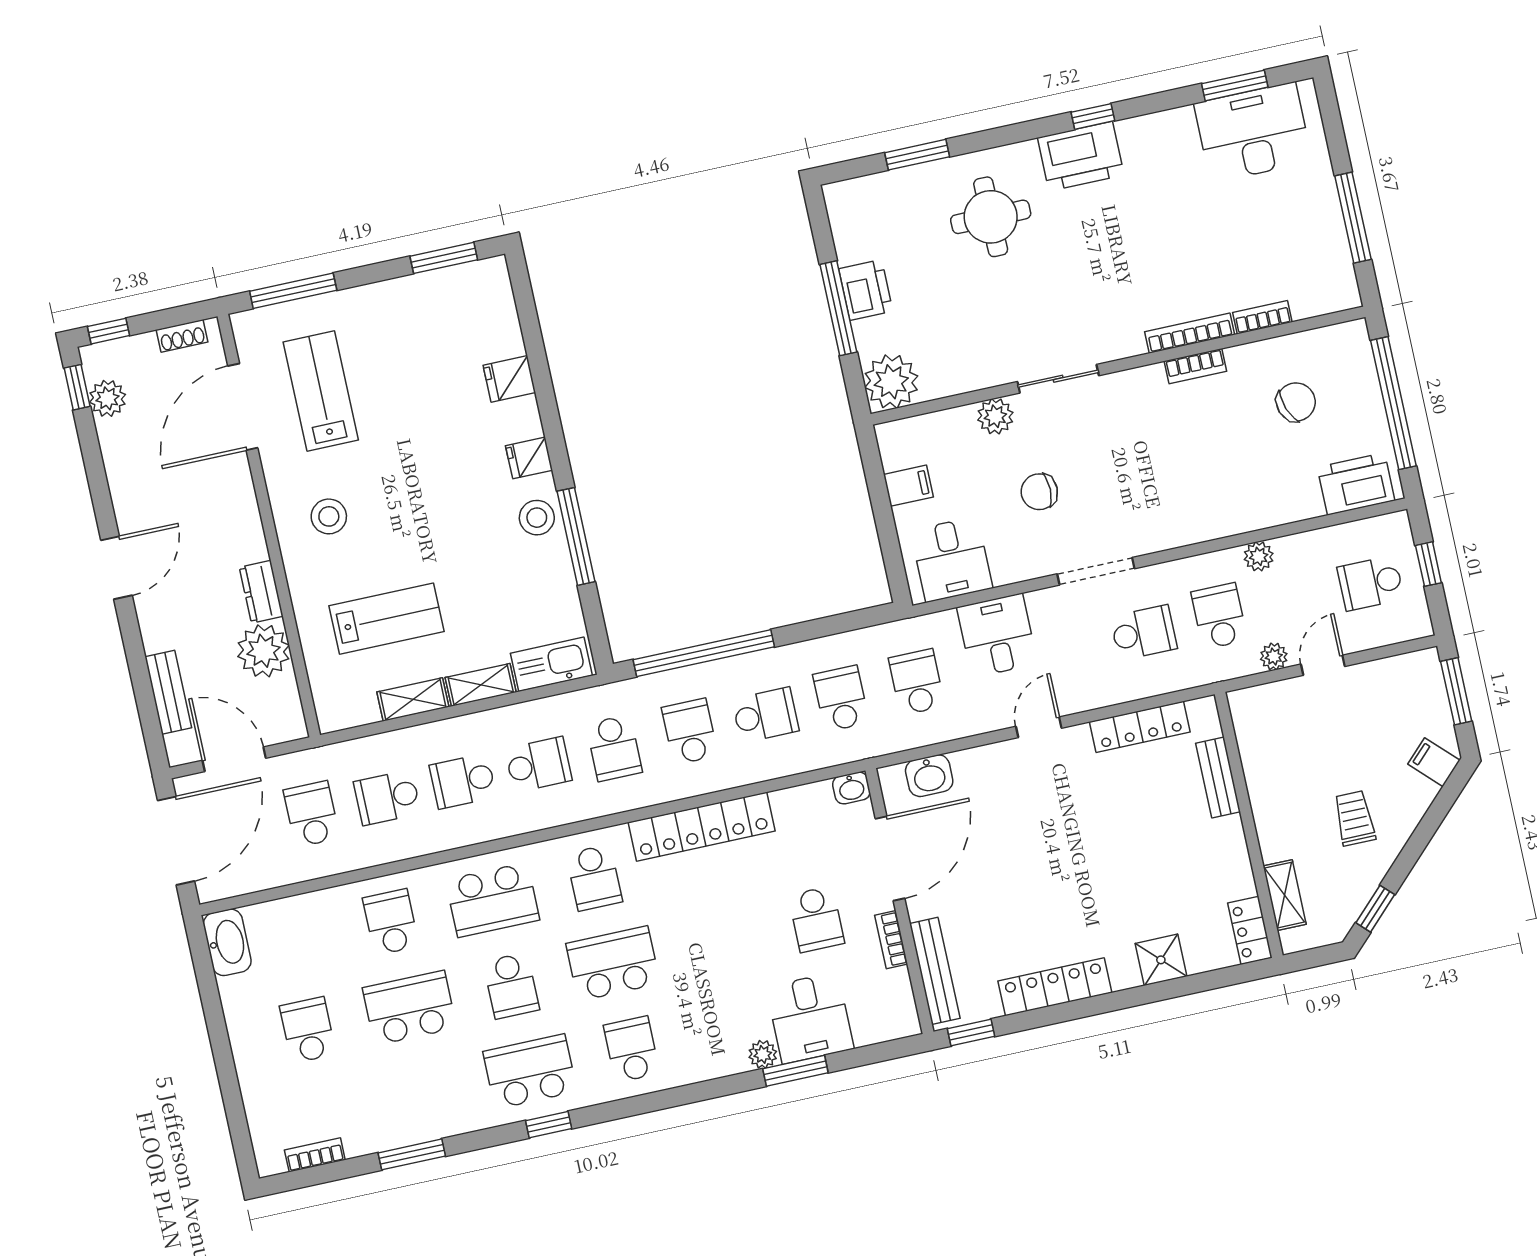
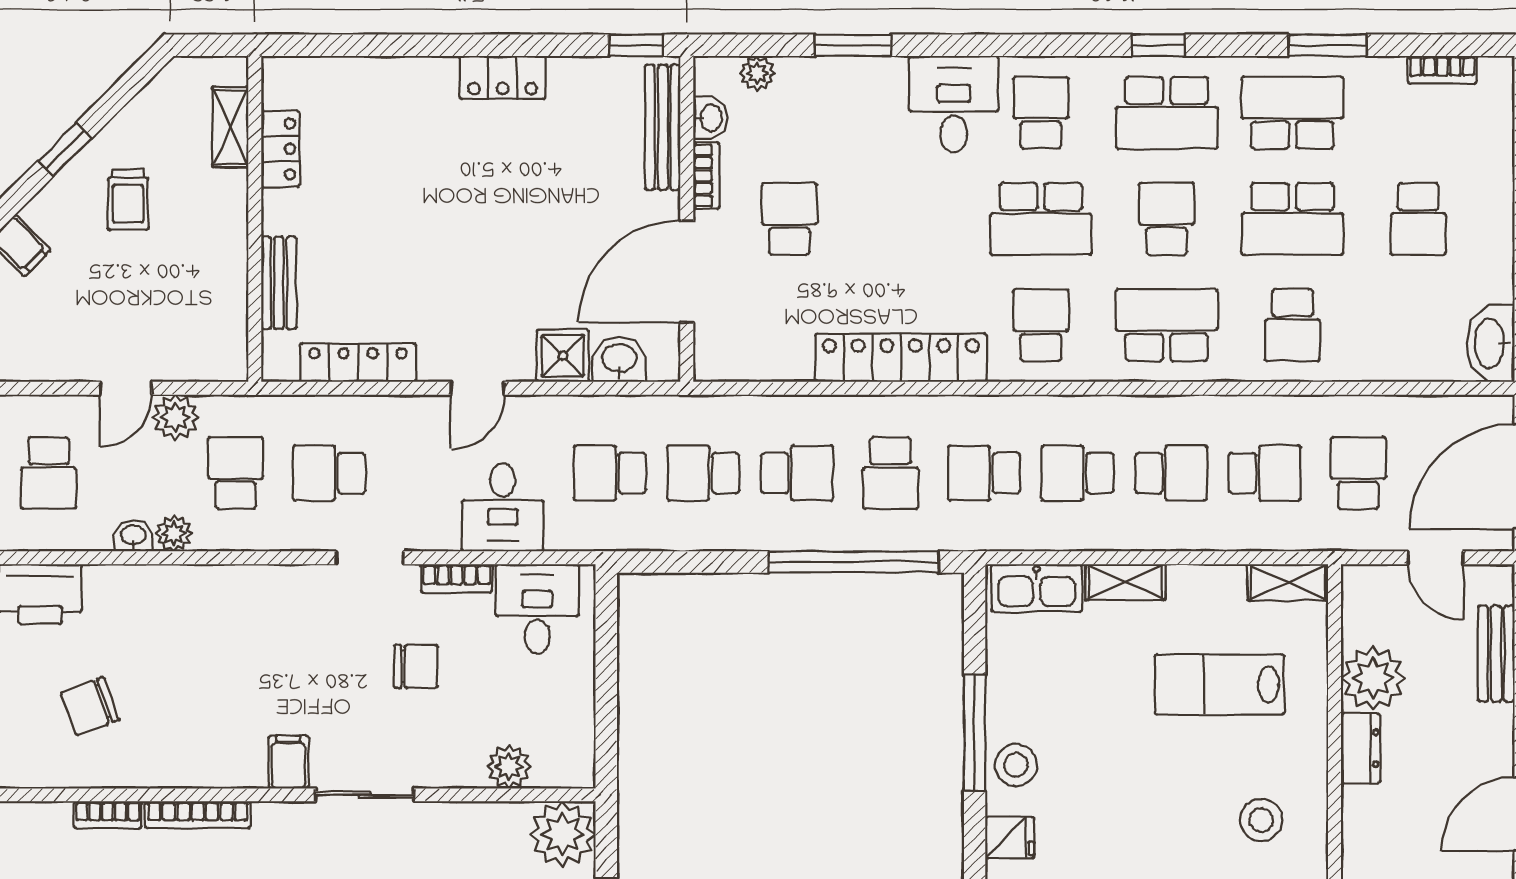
bookcase: (1195, 366) -> (457, 578), moved, turned 180
plant: (995, 416) -> (509, 767), moved
filing cabinet: (908, 486) -> (288, 762), moved, turned 90
washbasin: (1291, 547) -> (133, 536), added
doorway: (1096, 571) -> (370, 558), width x0.73
school desk: (1371, 583) -> (49, 473), turned 90
school desk: (1219, 616) -> (236, 473), turned 180
plant: (1274, 657) -> (175, 417), width x1.38, depth x1.38
school desk: (917, 682) -> (610, 473), turned 90
shelving: (413, 699) -> (1288, 582), moved
school desk: (841, 699) -> (703, 473), turned 90
school desk: (765, 715) -> (797, 473), turned 180
school desk: (614, 748) -> (984, 473), turned -90
door: (234, 759) -> (1436, 558), width x0.73
washbasin: (851, 788) -> (710, 118), moved, turned 90
school desk: (312, 814) -> (1358, 473), turned 180
window: (1375, 909) -> (65, 150), moved
locker: (1250, 930) -> (280, 149), moved
shower: (1161, 960) -> (563, 356), moved
locker: (1055, 987) -> (503, 78), width x0.66
desk: (810, 1018) -> (954, 104), moved
school desk: (632, 1049) -> (1041, 113), turned 180
plant: (763, 1054) -> (757, 73), moved
school desk: (428, 1094) -> (1292, 113), added

